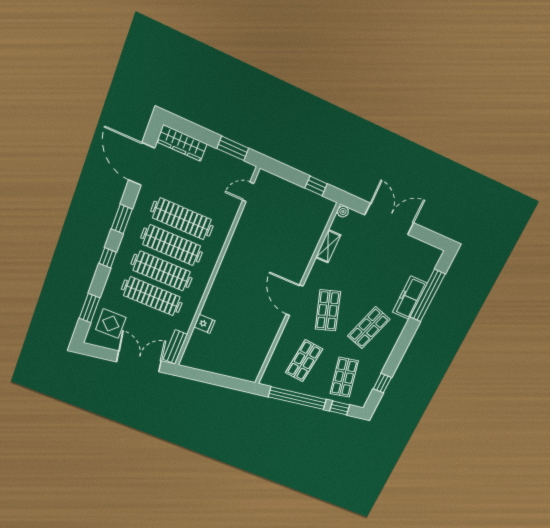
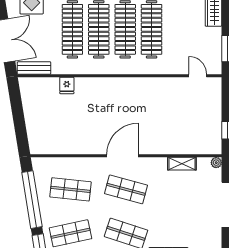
shop shelf: (328, 310) -> (126, 189), turned 33

